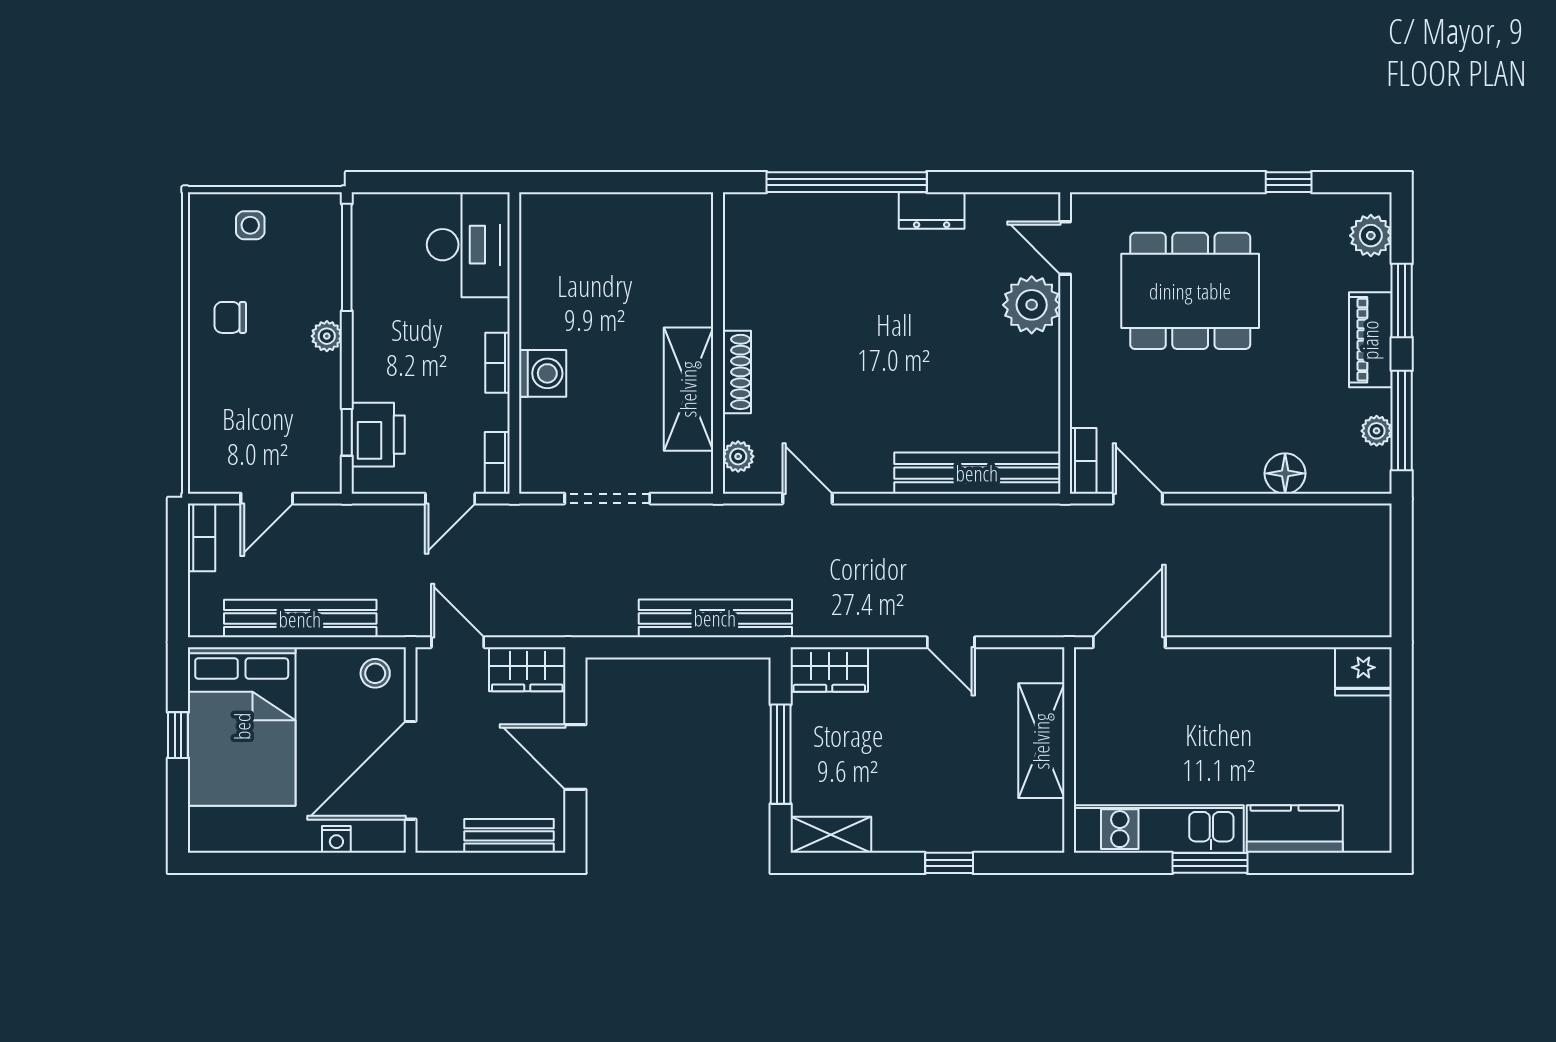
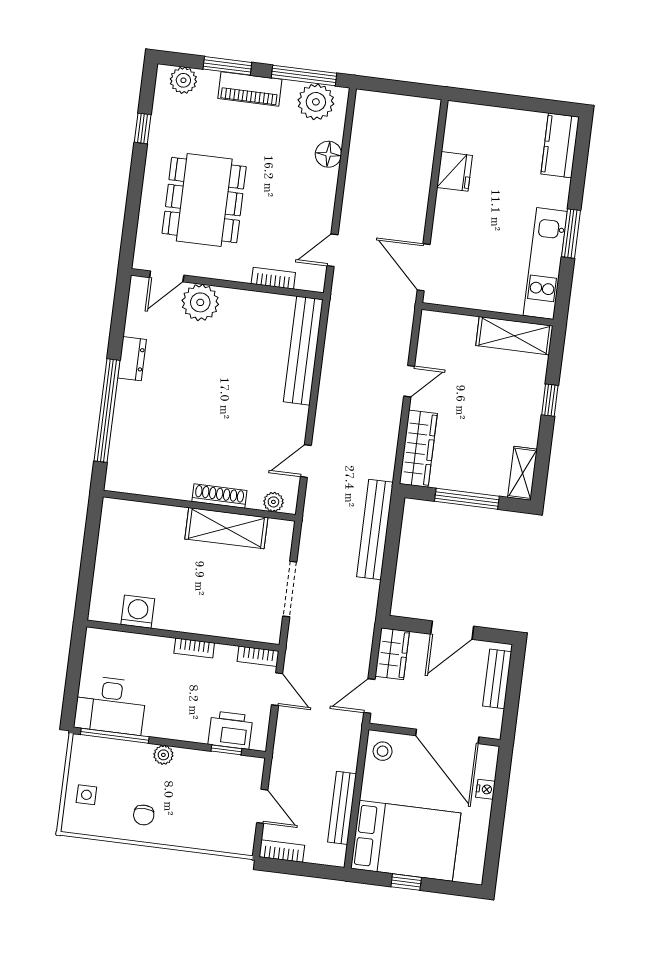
desk: (468, 245) -> (110, 705), moved, turned 180
washing machine: (543, 373) -> (138, 612), moved
plant: (1377, 431) -> (316, 102), width x1.88, depth x1.88
bookcase: (1083, 461) -> (273, 278), moved
bench: (300, 619) -> (342, 808), width x0.73, depth x0.82
wardrobe: (829, 669) -> (418, 449), width x1.50
fridge: (1363, 671) -> (455, 171), moved
shelving: (1041, 741) -> (514, 336), moved
kitchen counter: (1295, 829) -> (560, 145), moved

